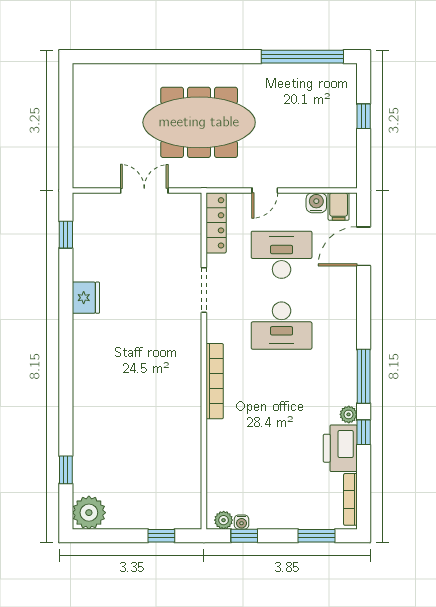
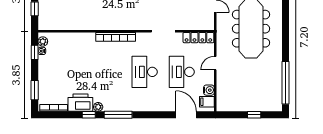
door: (265, 190) -> (215, 63), hinge flipped
desk: (282, 255) -> (182, 72), turned 180

